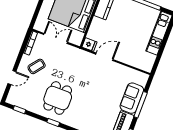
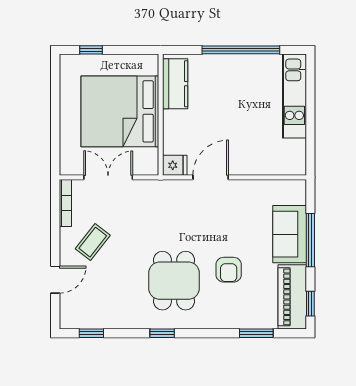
dining table: (58, 98) -> (174, 281), moved
armchair: (96, 104) -> (229, 270), added

